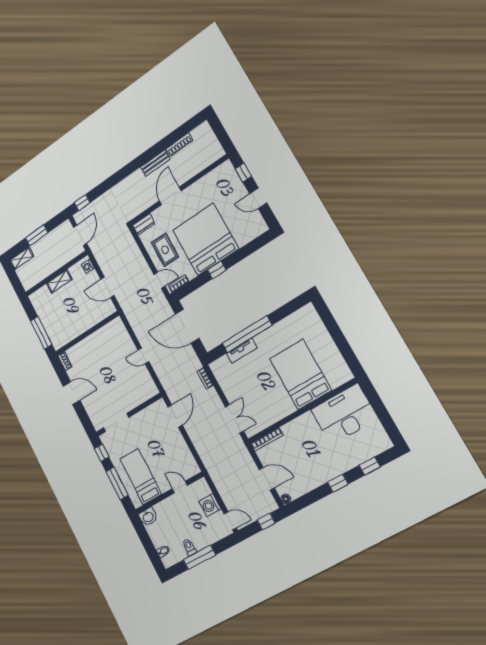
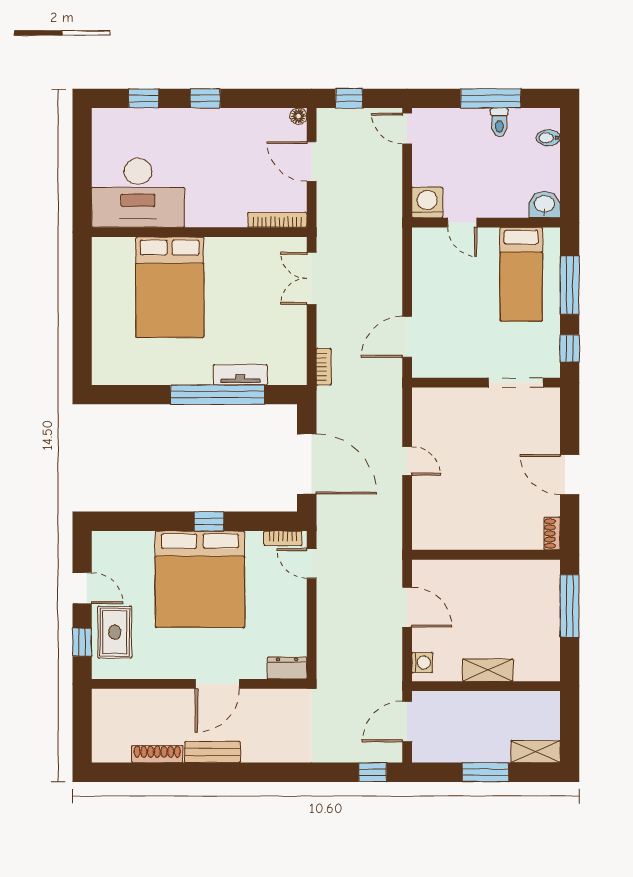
rug: (165, 250) -> (115, 632), moved
washing machine: (210, 505) -> (427, 202), moved, turned -90

